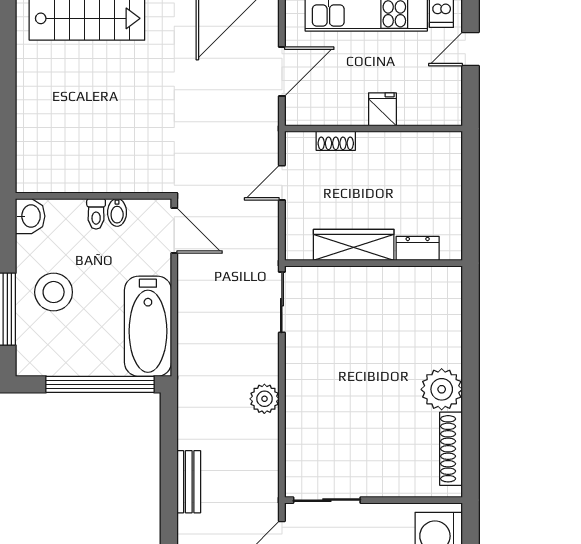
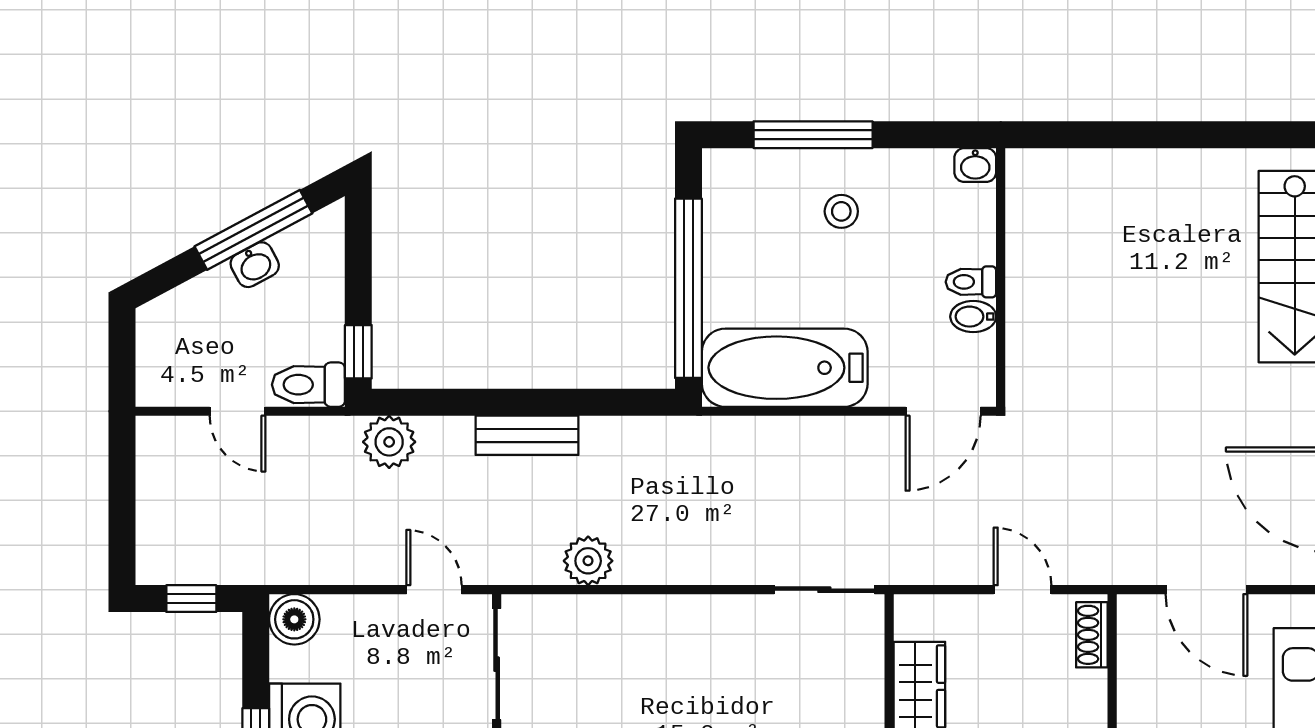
shoe rack: (336, 141) -> (1092, 635), moved
washbasin: (30, 216) -> (975, 165), width x0.72, depth x0.69
stool: (54, 292) -> (841, 211), width x0.53, depth x0.53
plant: (264, 399) -> (588, 561), moved

